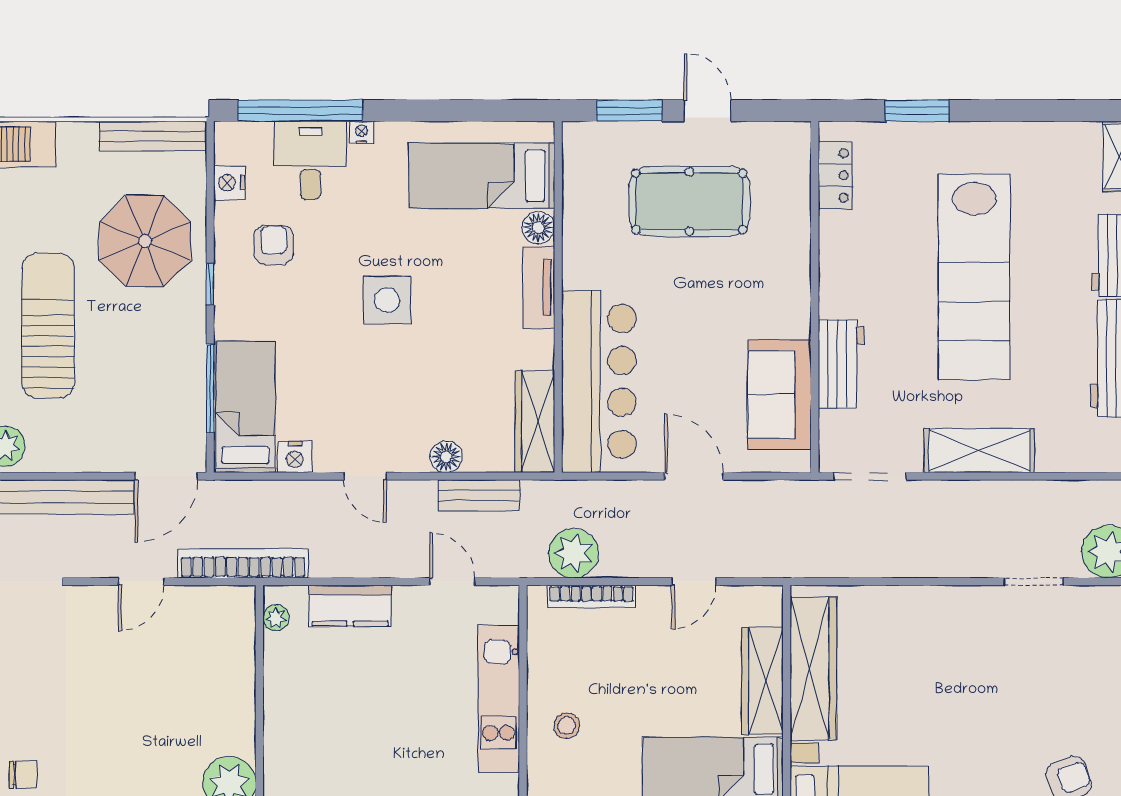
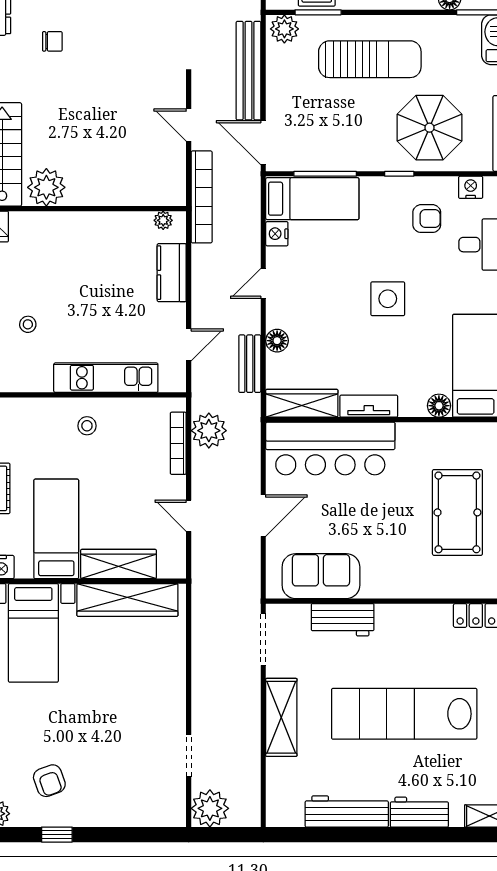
tv unit: (539, 288) -> (369, 406), moved
chair: (23, 775) -> (52, 41), turned -90

